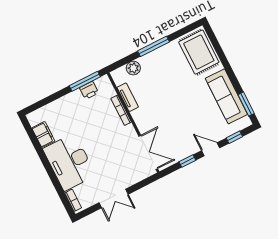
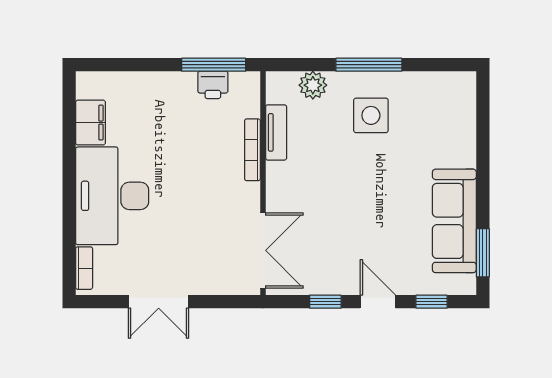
rug: (199, 52) -> (445, 116), removed
side table: (166, 68) -> (371, 115), added

